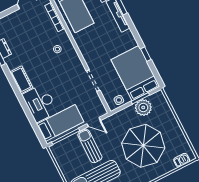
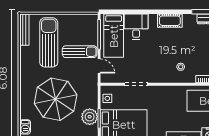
desk: (40, 103) -> (136, 27), width x0.73
door: (94, 122) -> (99, 66), swing flipped

